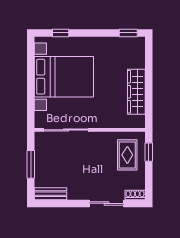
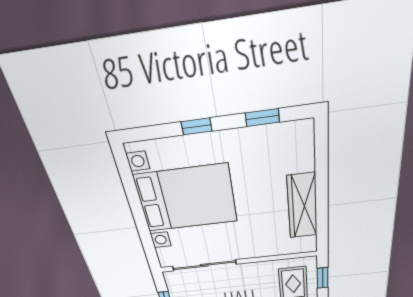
window: (61, 33) -> (197, 126), moved
window: (128, 33) -> (262, 118), moved

